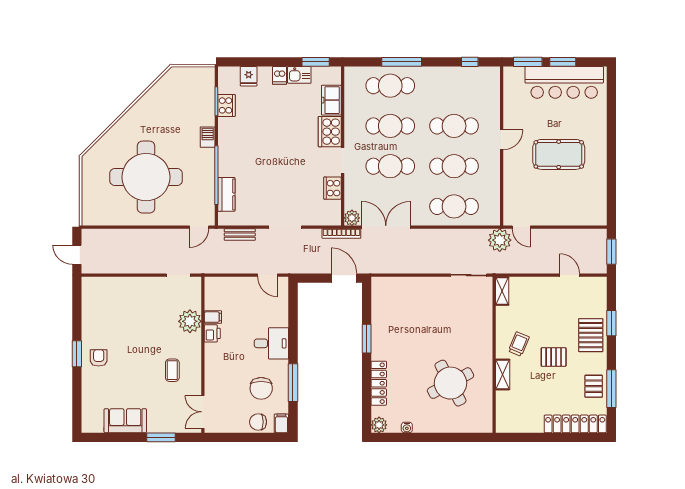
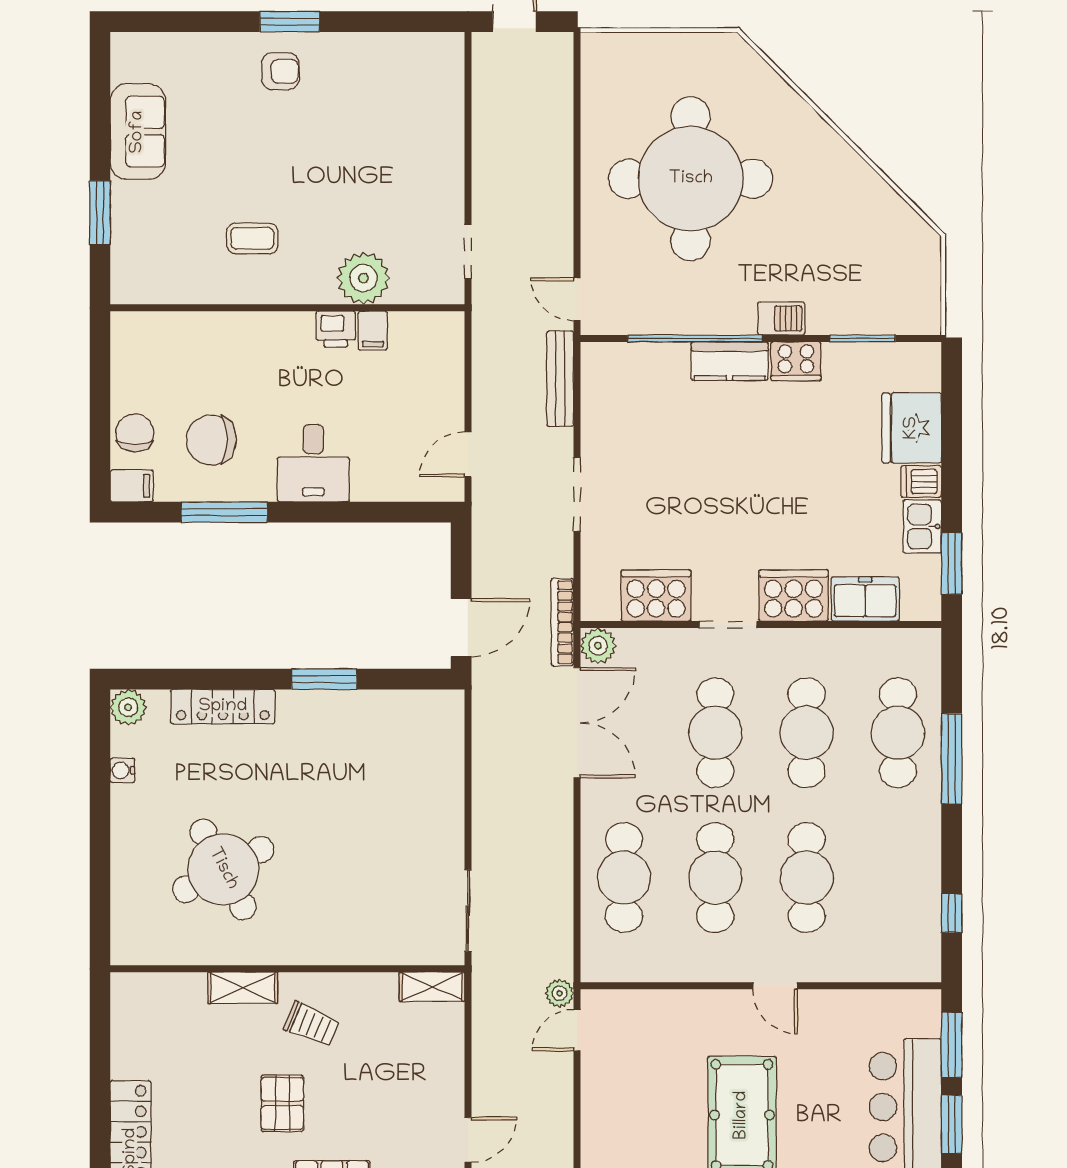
fridge: (249, 76) -> (912, 428), width x1.88, depth x1.34
cooker: (226, 105) -> (796, 361), moved
cooker: (332, 188) -> (656, 596), width x1.37, depth x1.31
kitchen counter: (226, 194) -> (730, 361), moved
bench: (240, 235) -> (560, 379), width x1.36
plant: (500, 240) -> (560, 993), width x0.53, depth x0.53
double door: (203, 412) -> (158, 308), removed

